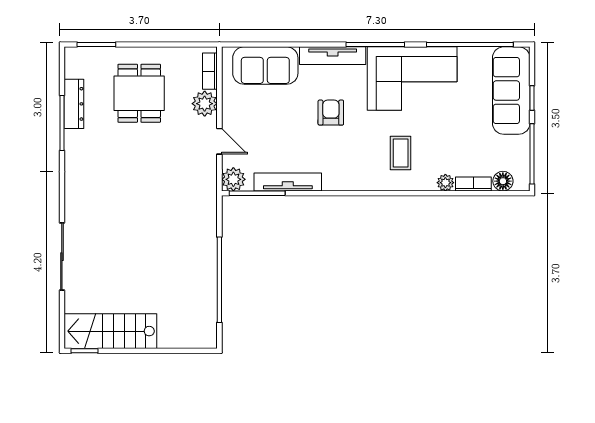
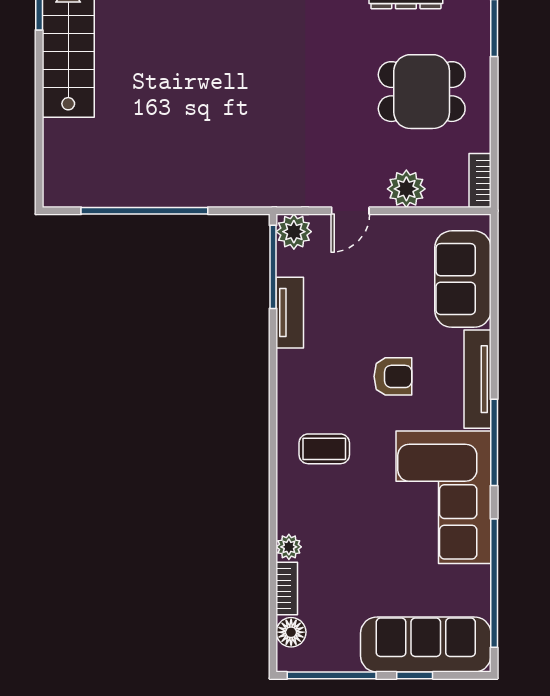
bookcase: (210, 71) -> (480, 180), moved, turned -90
coffee table: (401, 153) -> (324, 449), moved
tv unit: (288, 182) -> (290, 313), width x0.71

